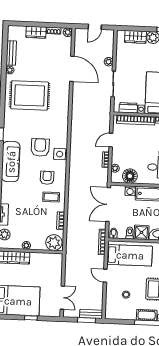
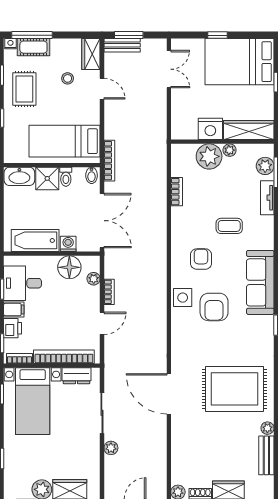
door: (72, 69) -> (169, 394), moved
armchair: (47, 178) -> (201, 259), turned 180
coffee table: (51, 197) -> (229, 226), moved
plant: (54, 243) -> (209, 156), moved
nightstand: (38, 259) -> (210, 129), added
door: (105, 276) -> (102, 89), moved
double door: (62, 298) -> (169, 69), swing flipped
wardrobe: (111, 309) -> (91, 54), added

